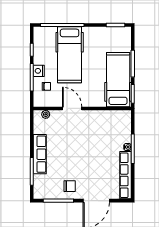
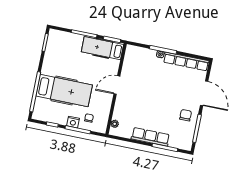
hospital bed: (118, 80) -> (102, 48), width x0.73, depth x0.78
door: (72, 108) -> (117, 85), moved

